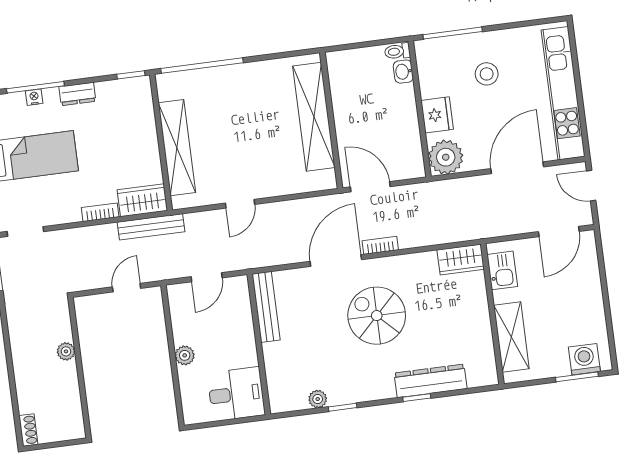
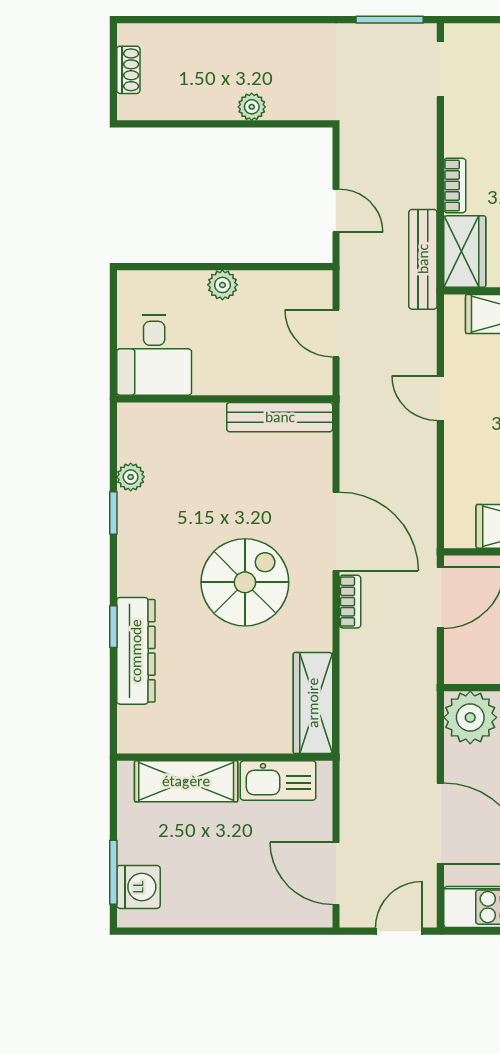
wardrobe: (461, 260) -> (313, 703), width x1.50
kitchen sink: (502, 270) -> (278, 781), width x1.38
shoe rack: (28, 430) -> (128, 70), moved, turned -90

